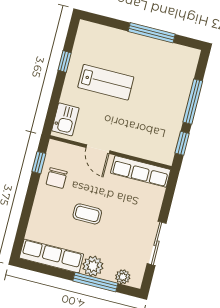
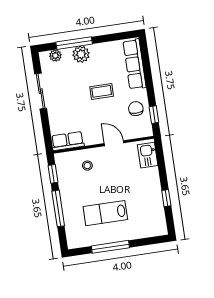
lab bench: (106, 82) -> (105, 213), moved
stool: (139, 136) -> (87, 166), added
row of seats: (141, 171) -> (68, 141), width x0.68
row of seats: (51, 256) -> (135, 64), moved, turned 90

